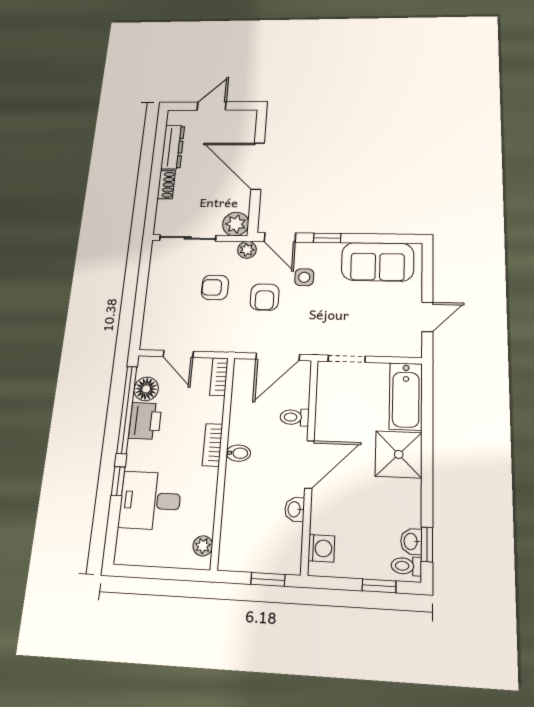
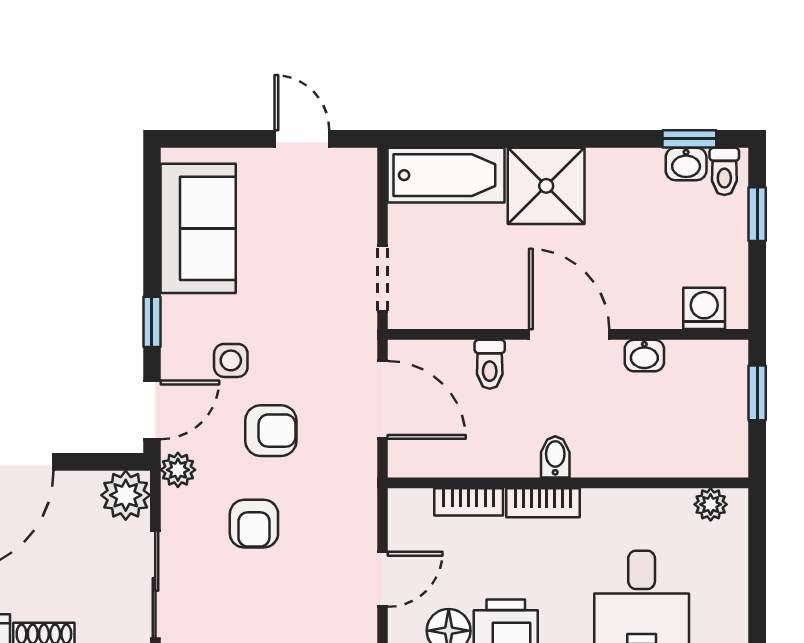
bookcase: (219, 377) -> (469, 502), moved

